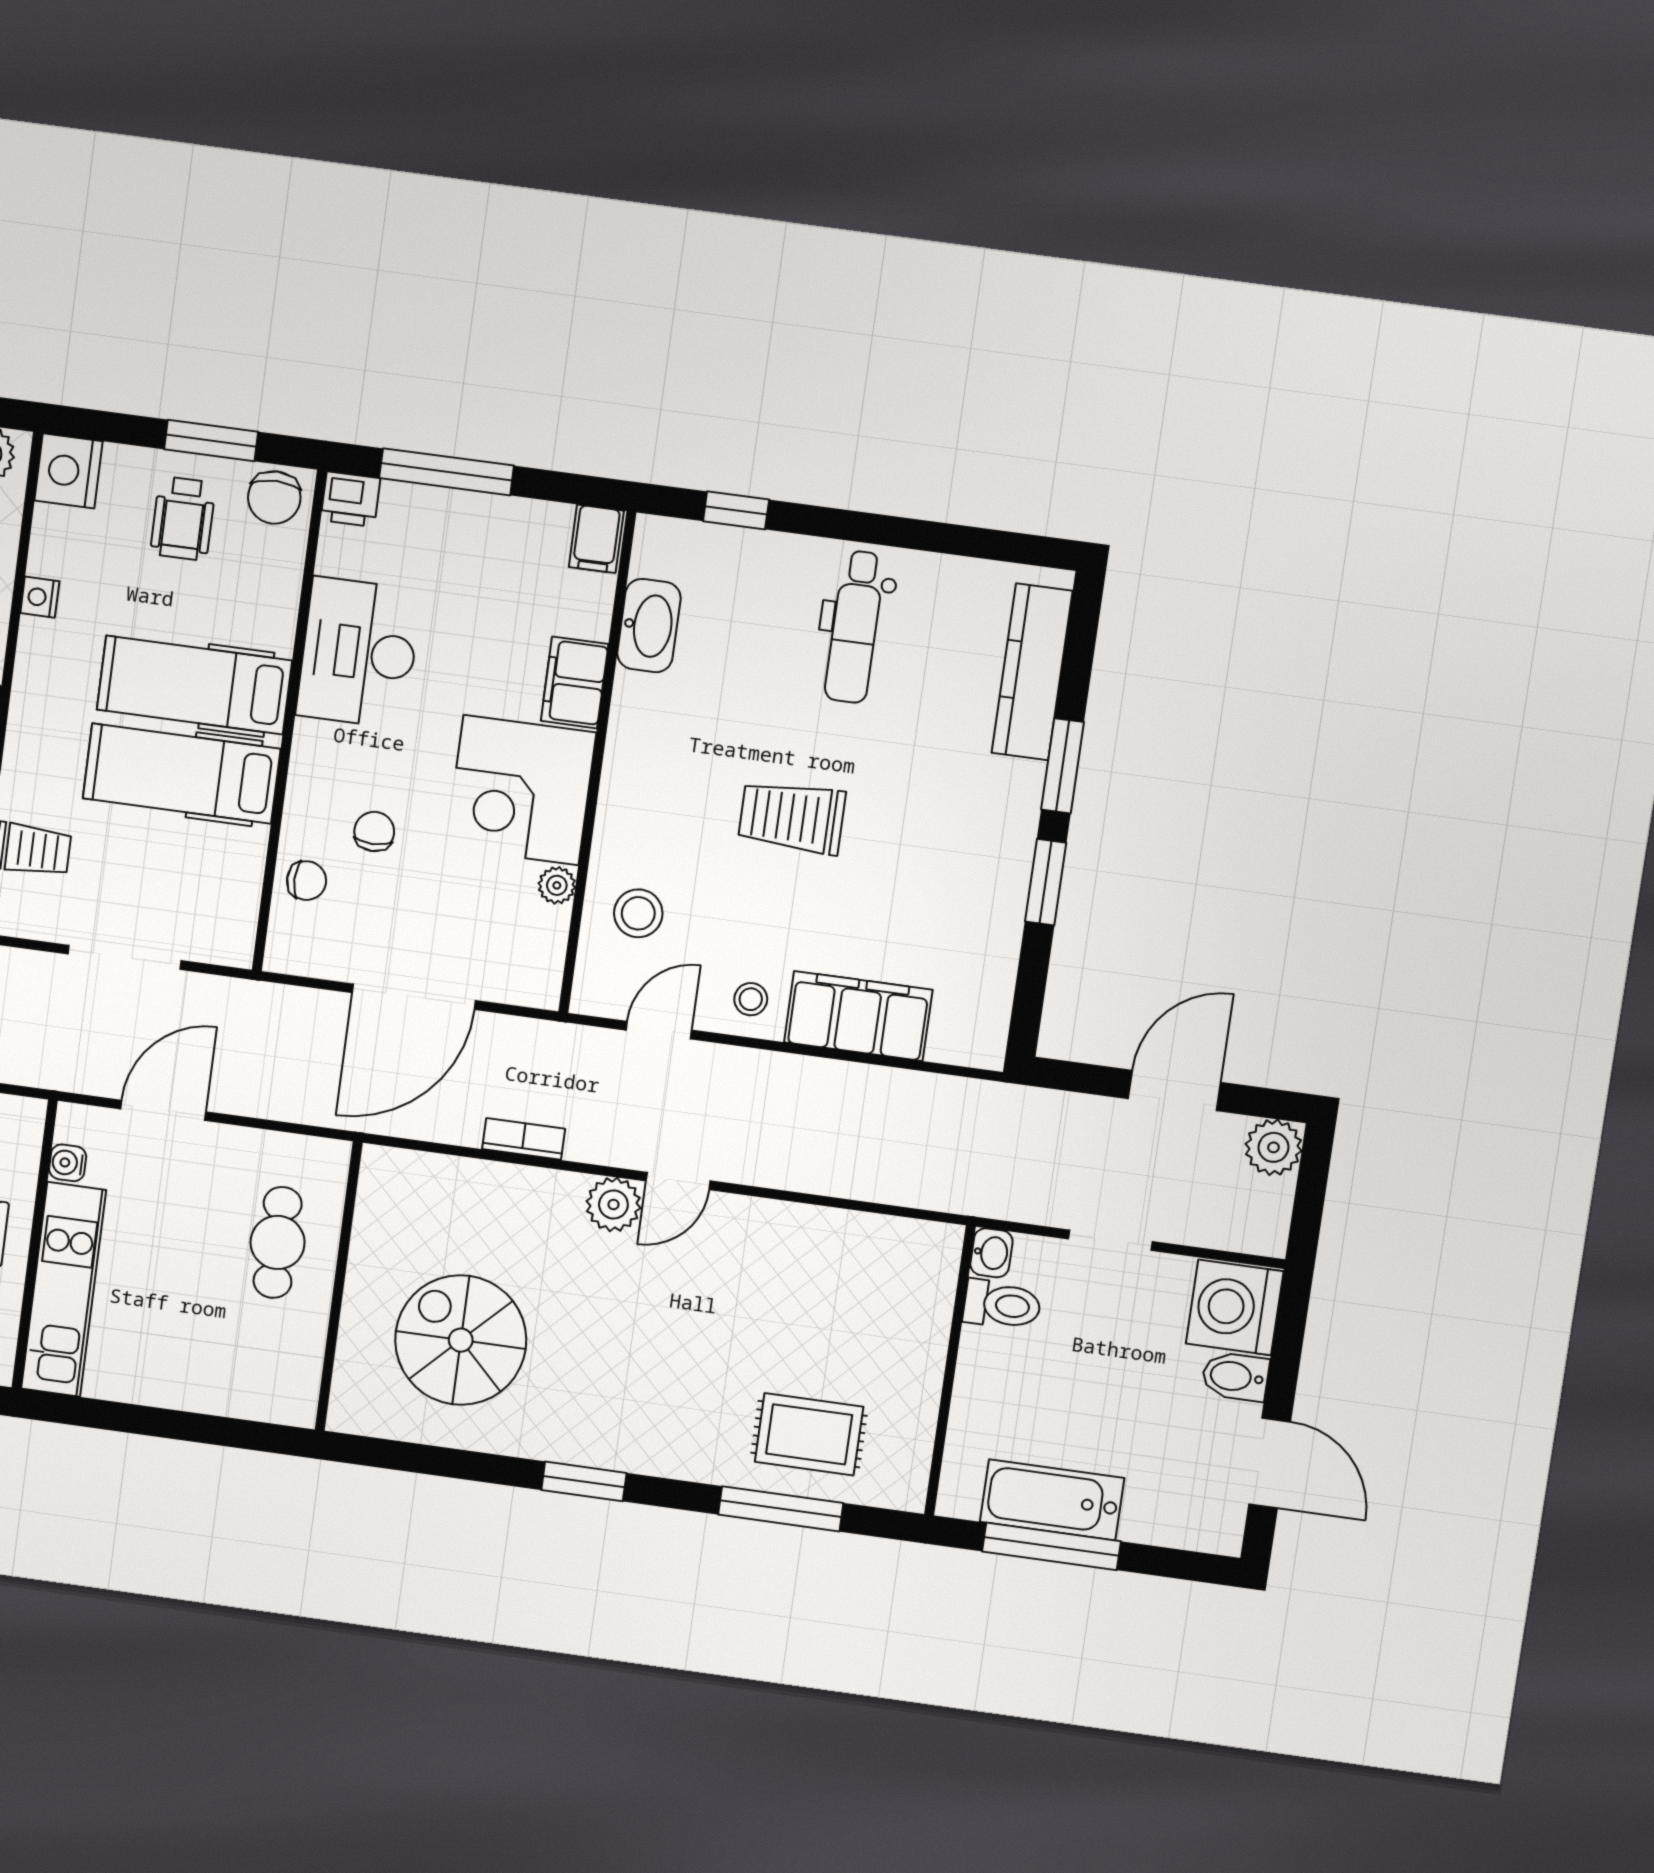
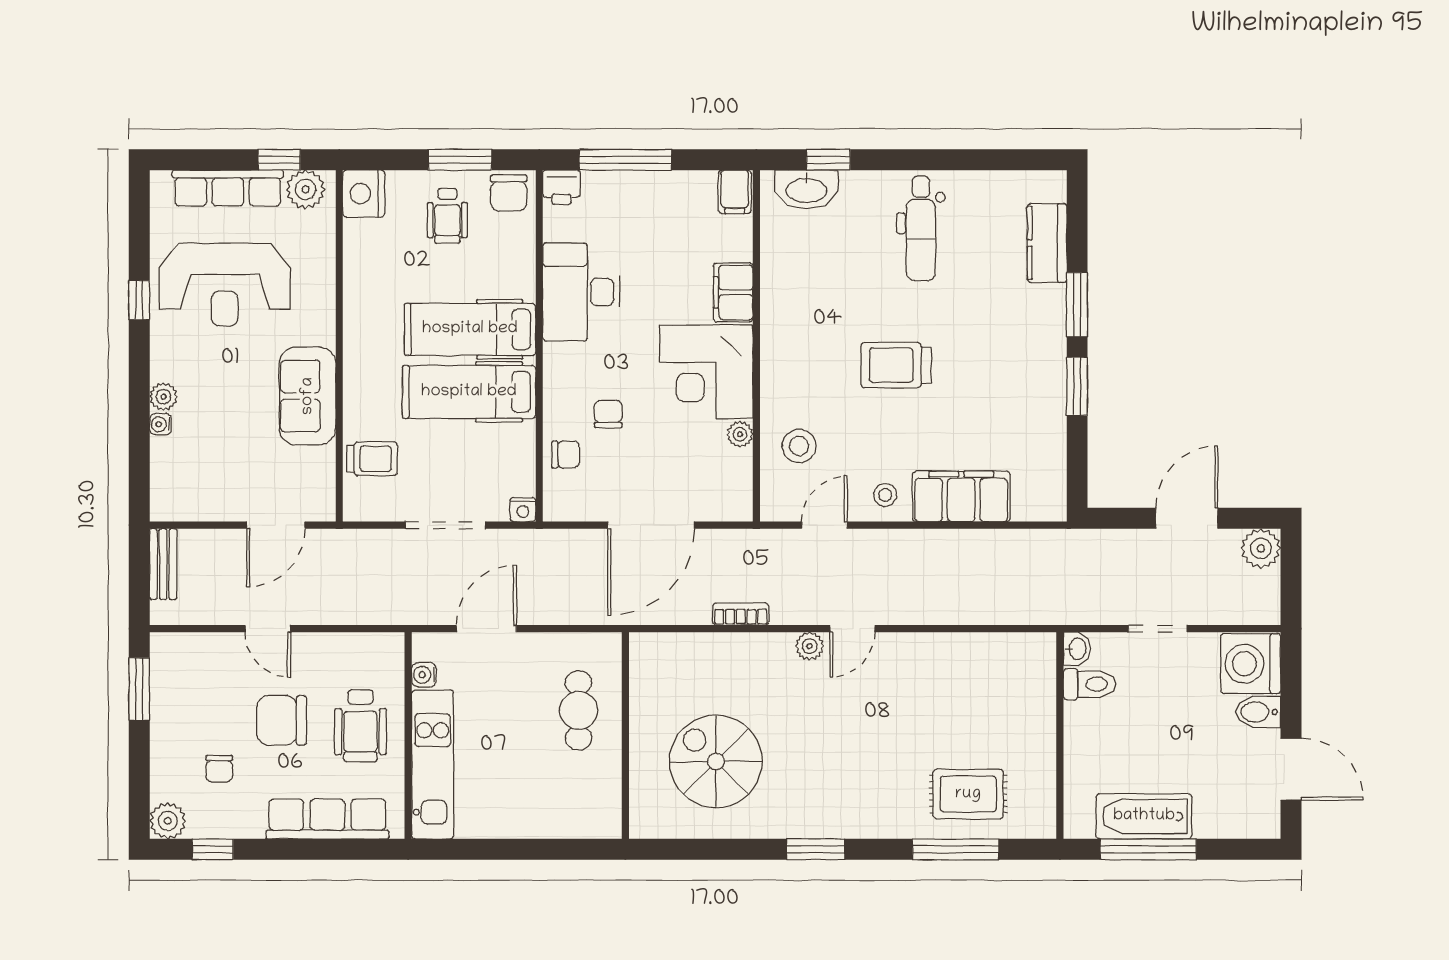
nightstand: (40, 597) -> (523, 510), moved, turned -90
washbasin: (649, 626) -> (807, 189), moved, turned 90
kitchen counter: (1032, 672) -> (1047, 243), width x0.67
plant: (613, 1205) -> (810, 646), width x0.73, depth x0.73

